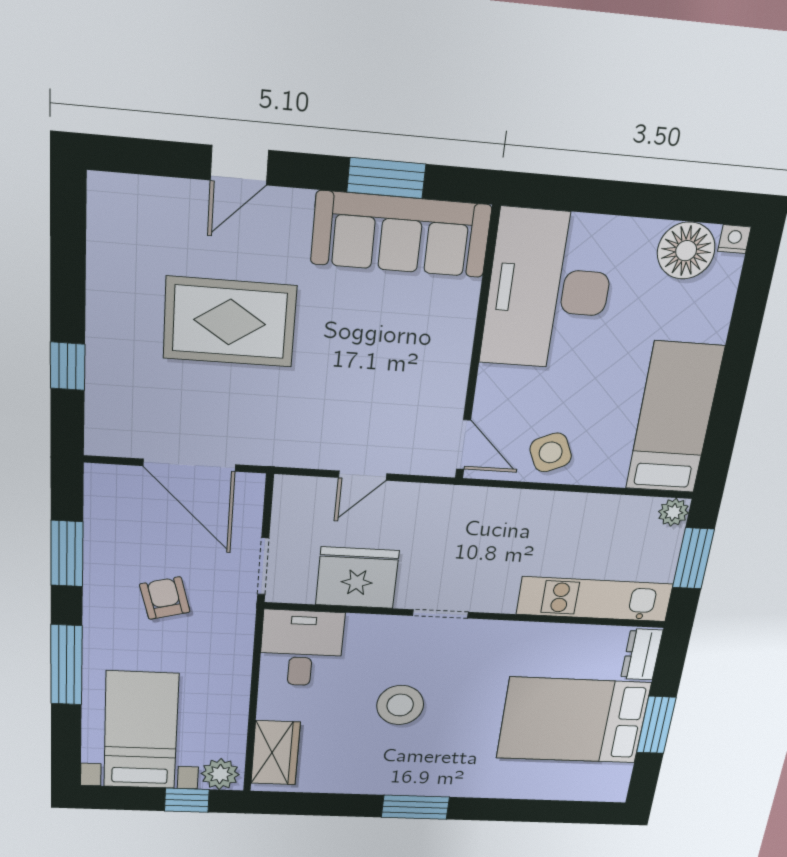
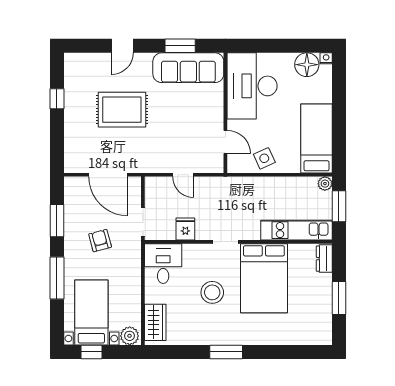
window: (68, 366) -> (57, 99), moved
door: (464, 445) -> (225, 142), moved
door: (363, 476) -> (183, 175), hinge flipped
fridge: (357, 578) -> (185, 229), width x0.53, depth x0.75
bed: (573, 720) -> (264, 278), moved, turned -90
window: (187, 800) -> (92, 352), moved

